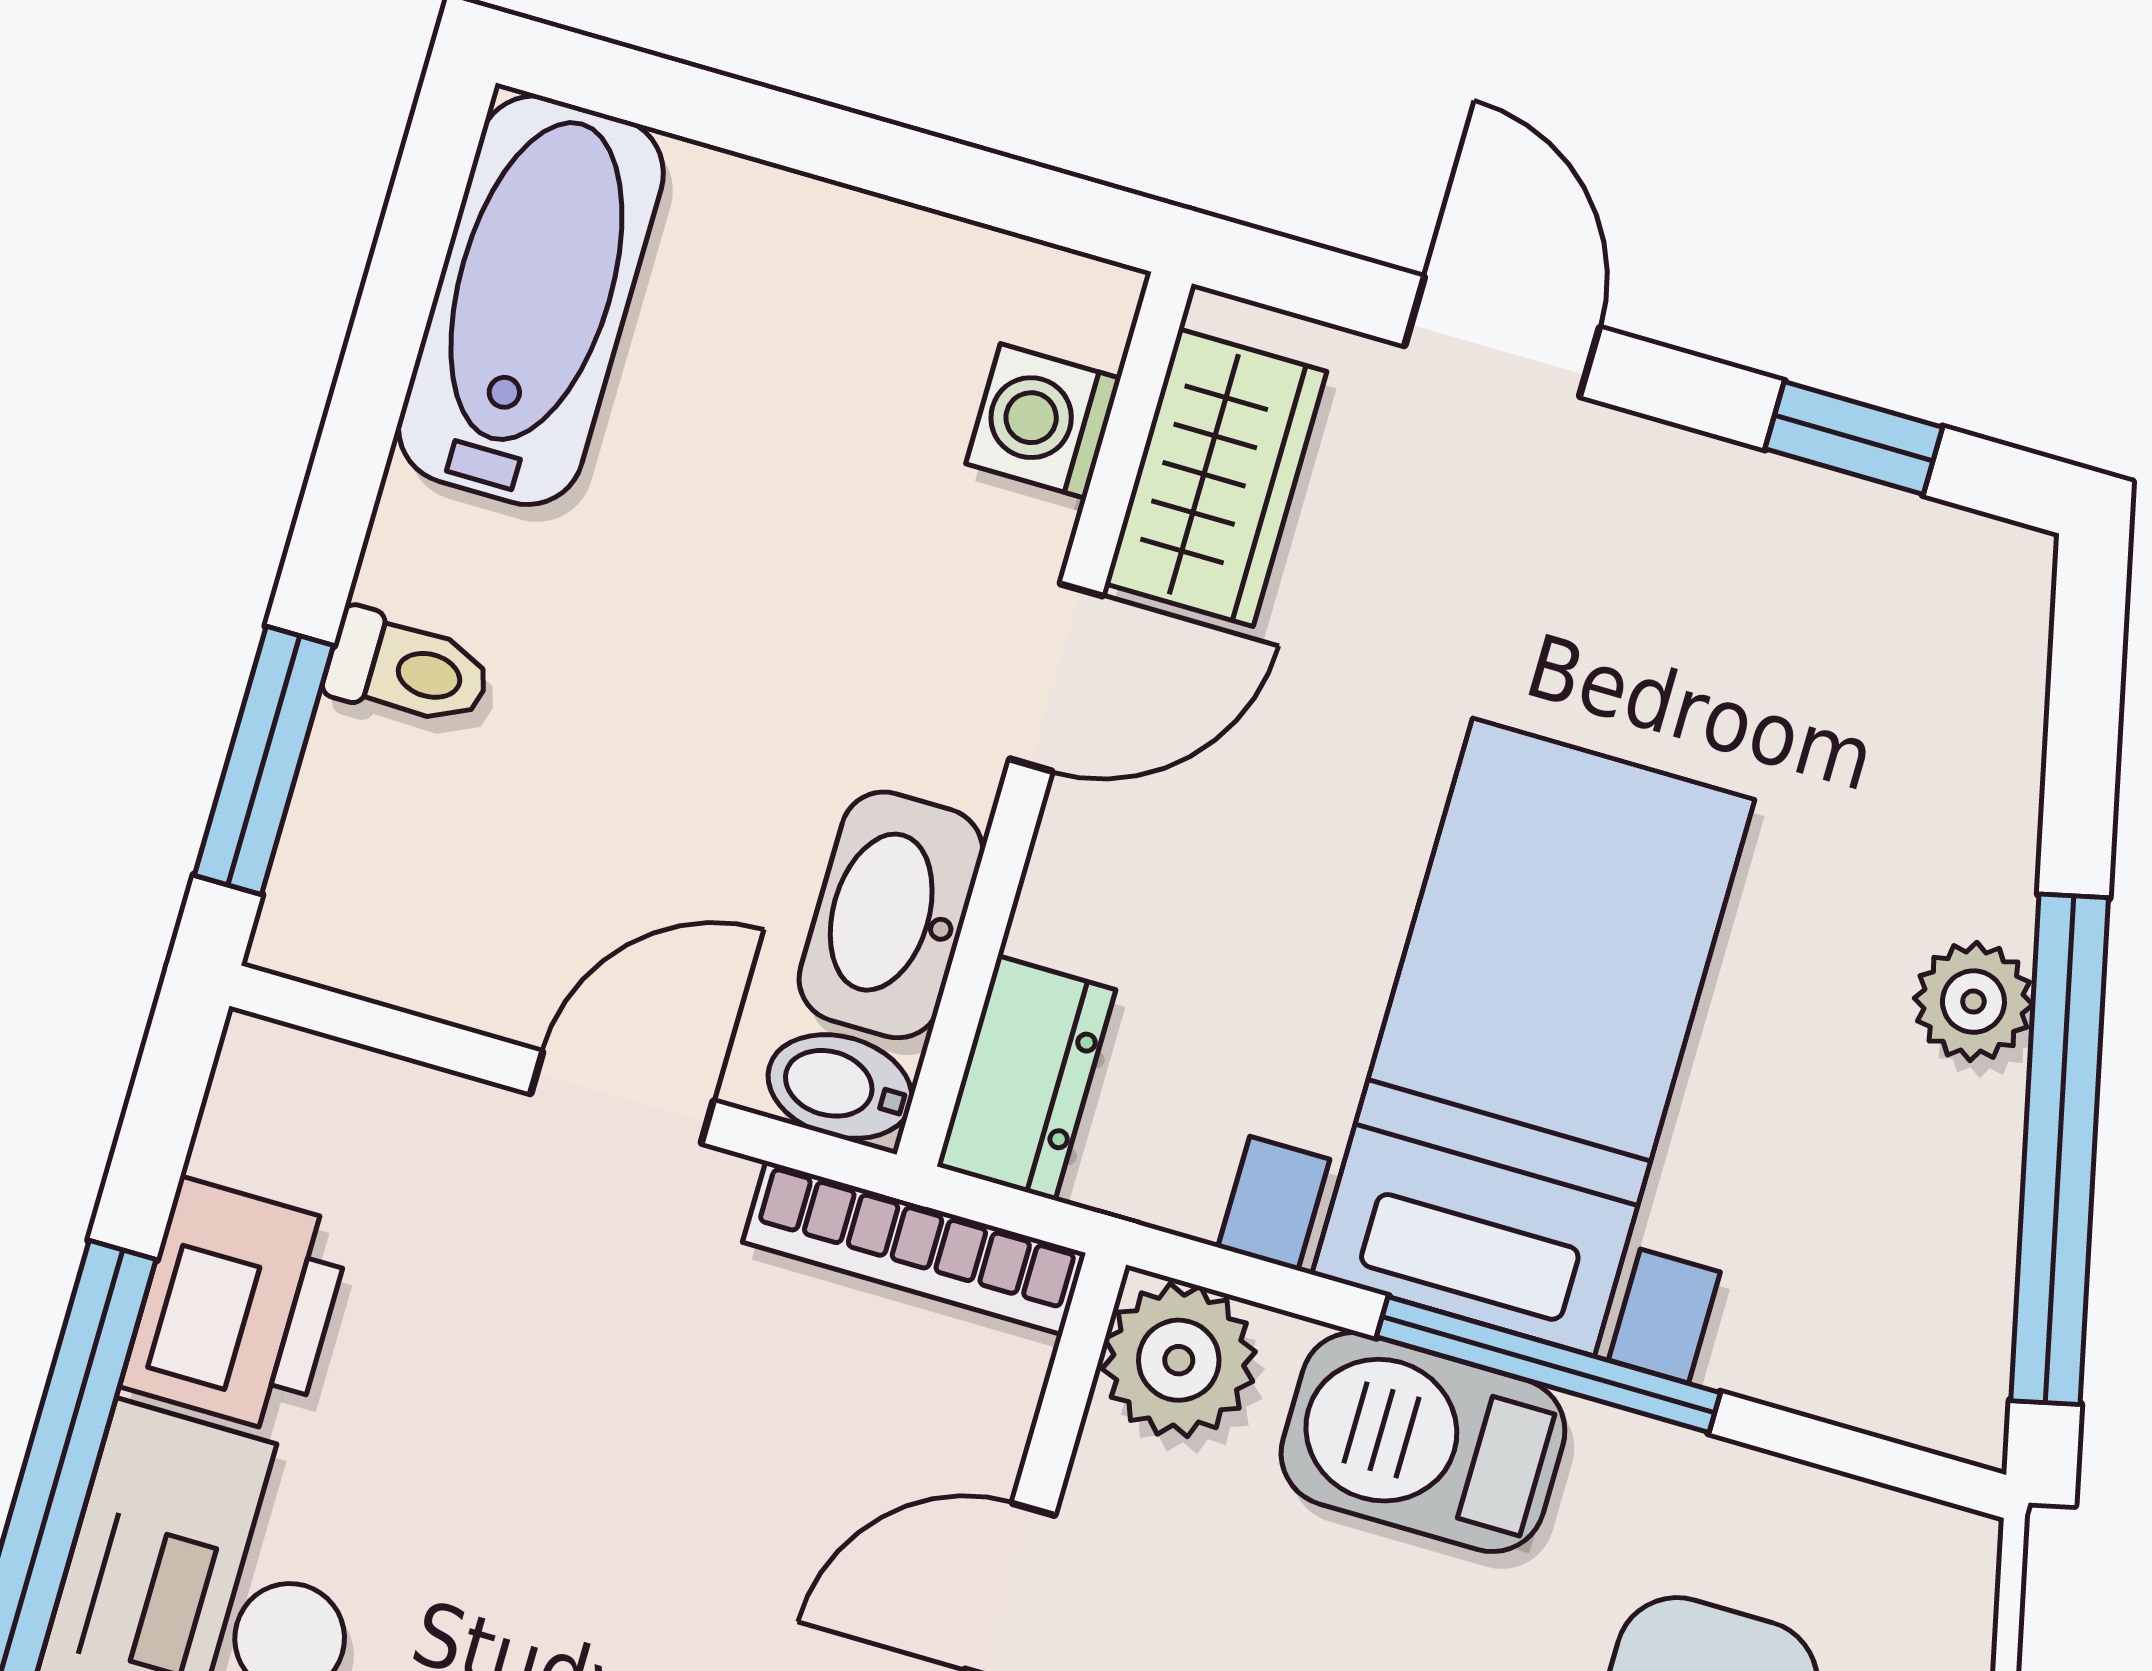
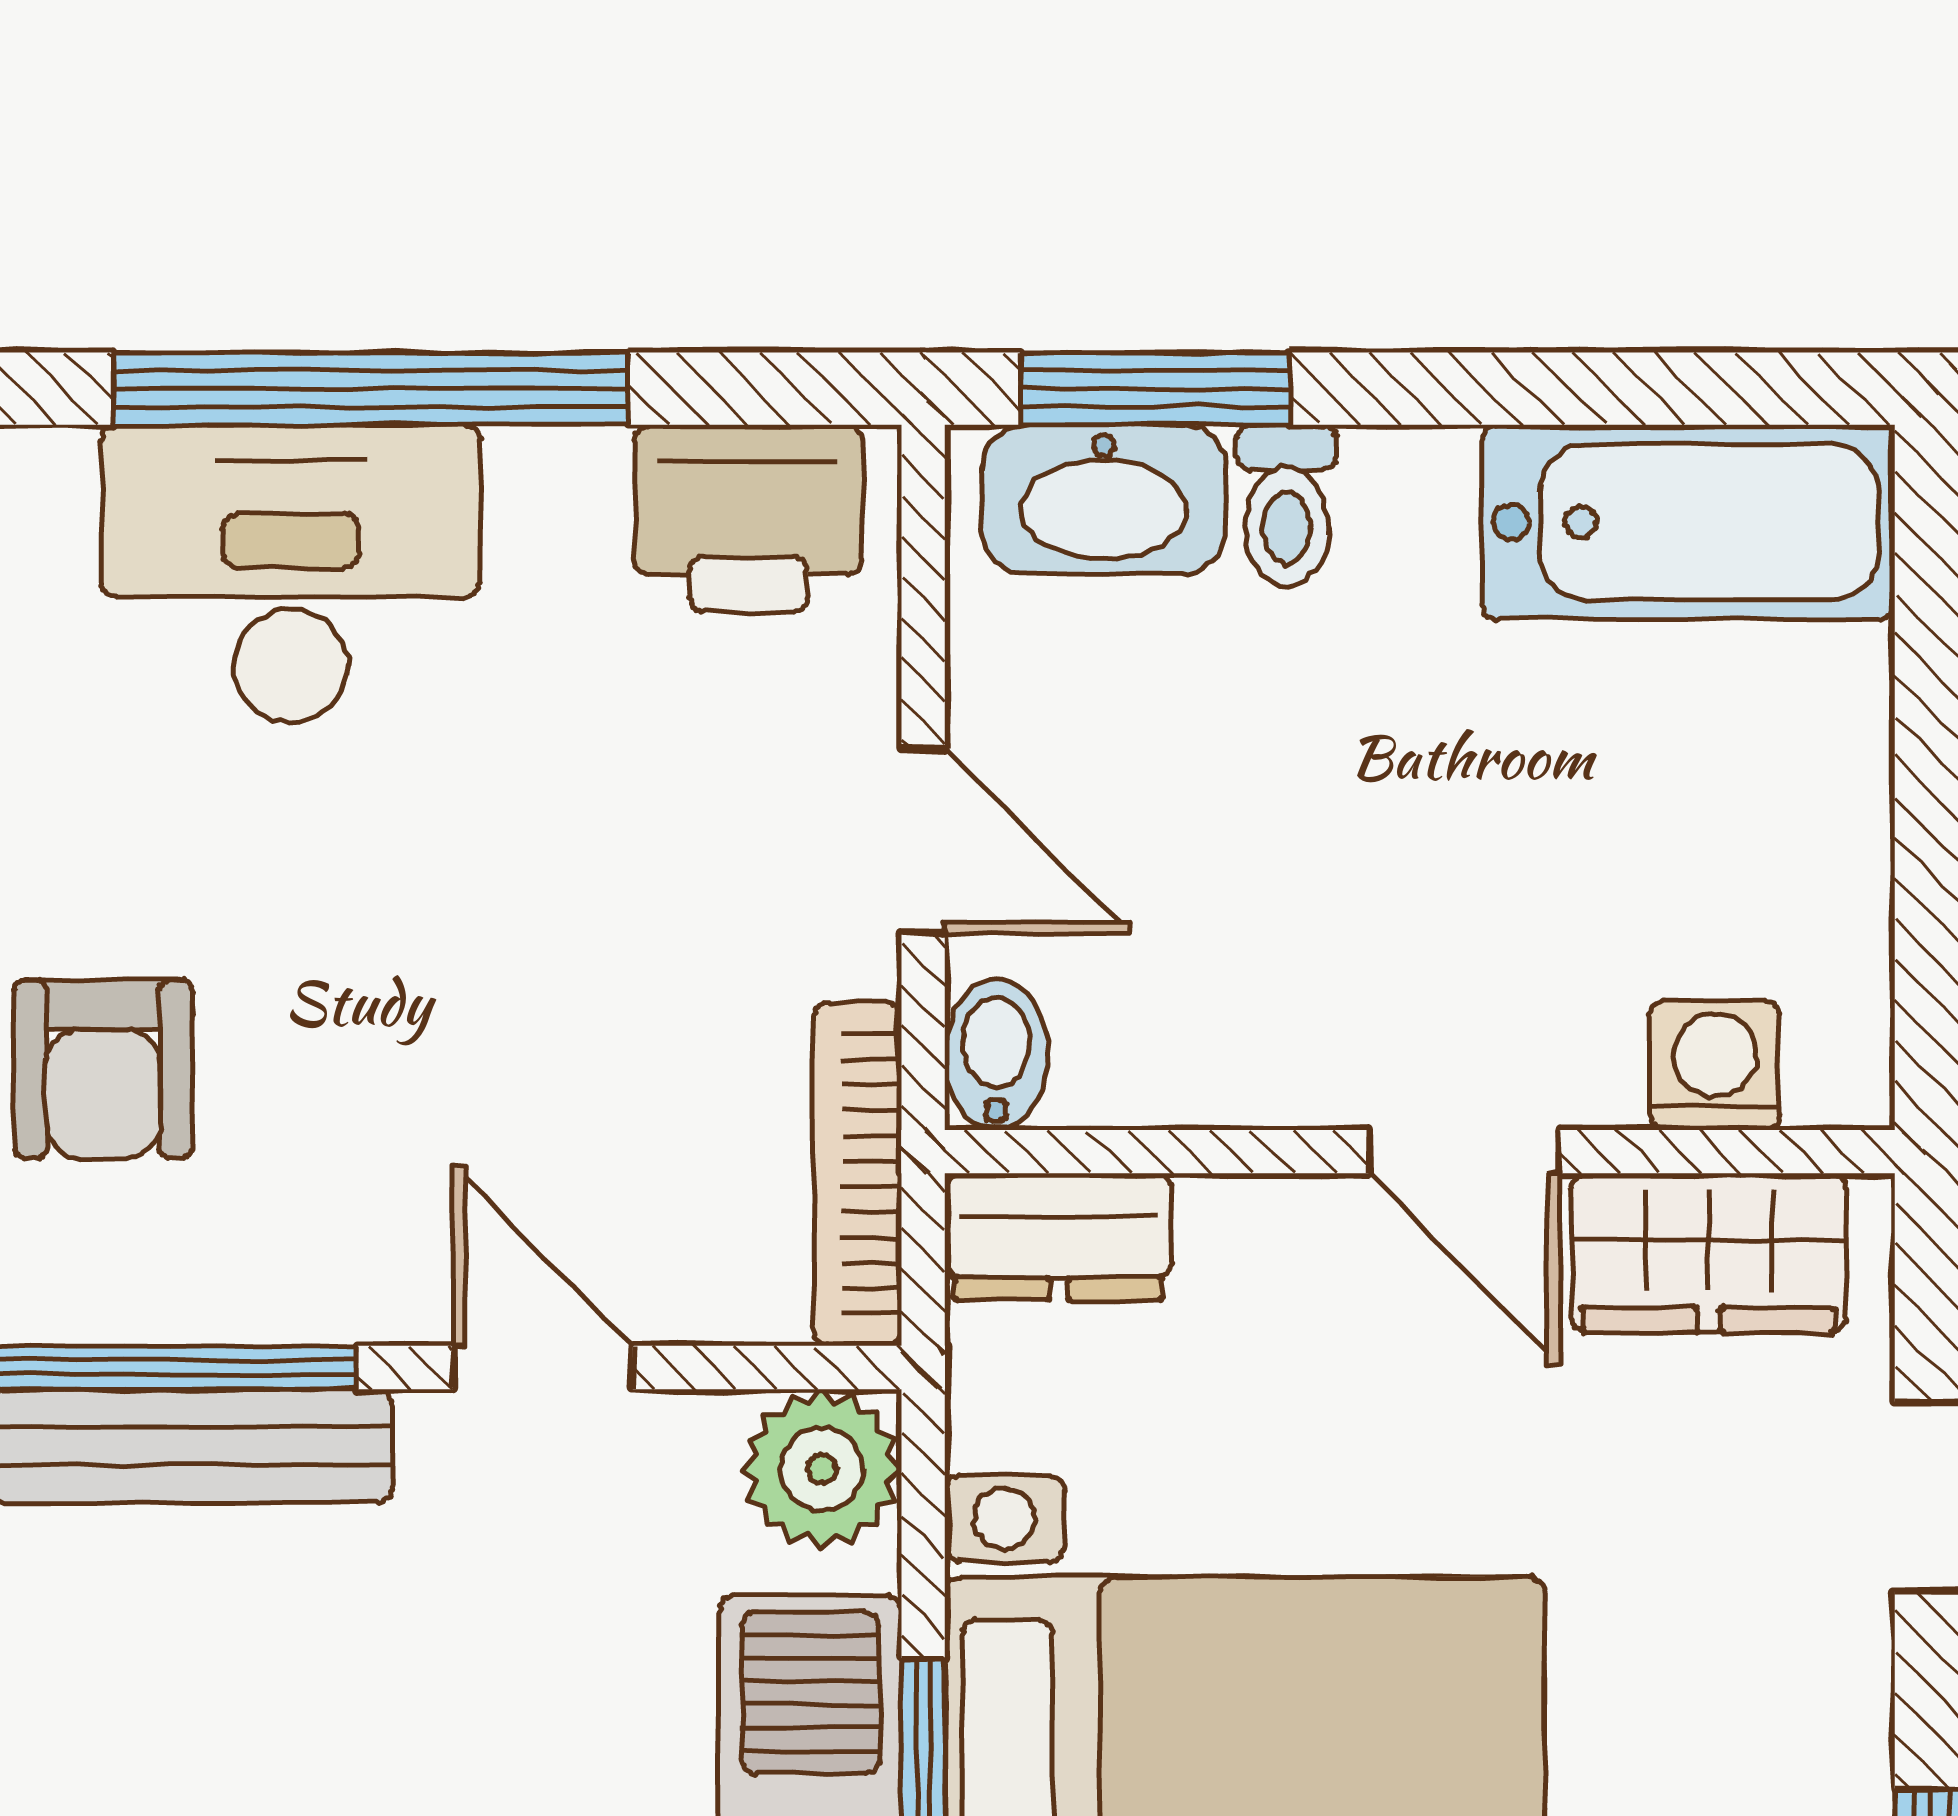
washbasin: (891, 915) -> (1104, 499), moved, turned 180
printer: (237, 1306) -> (748, 519), moved

